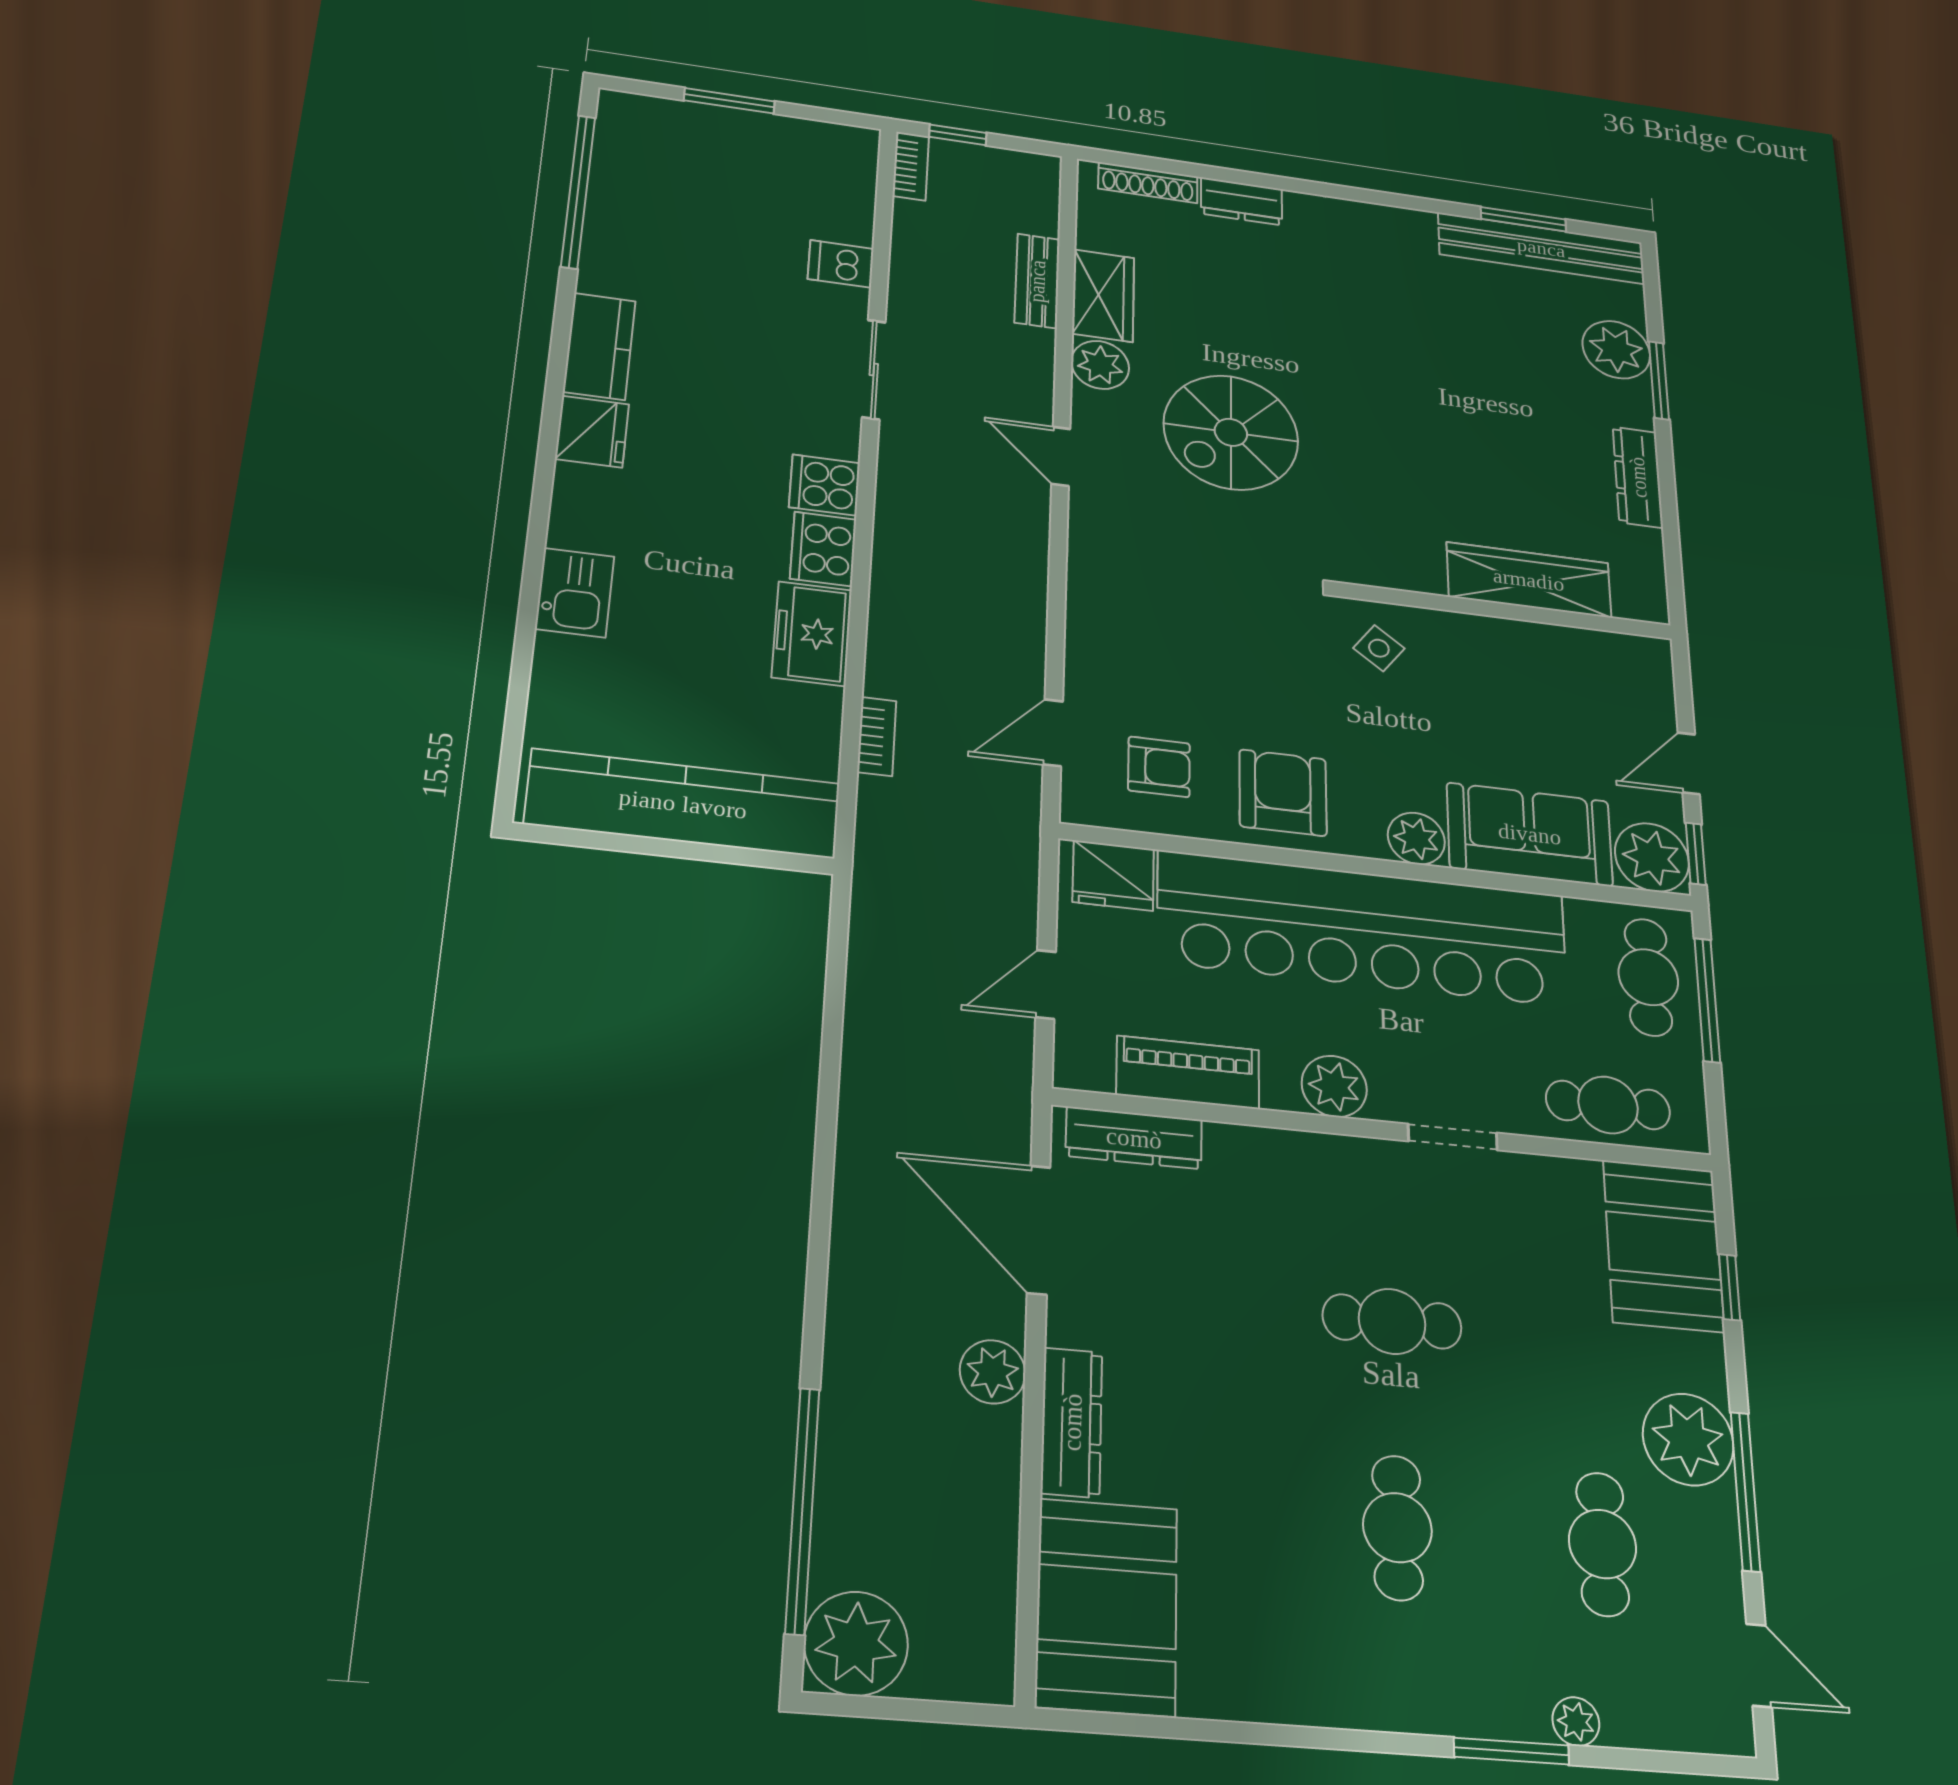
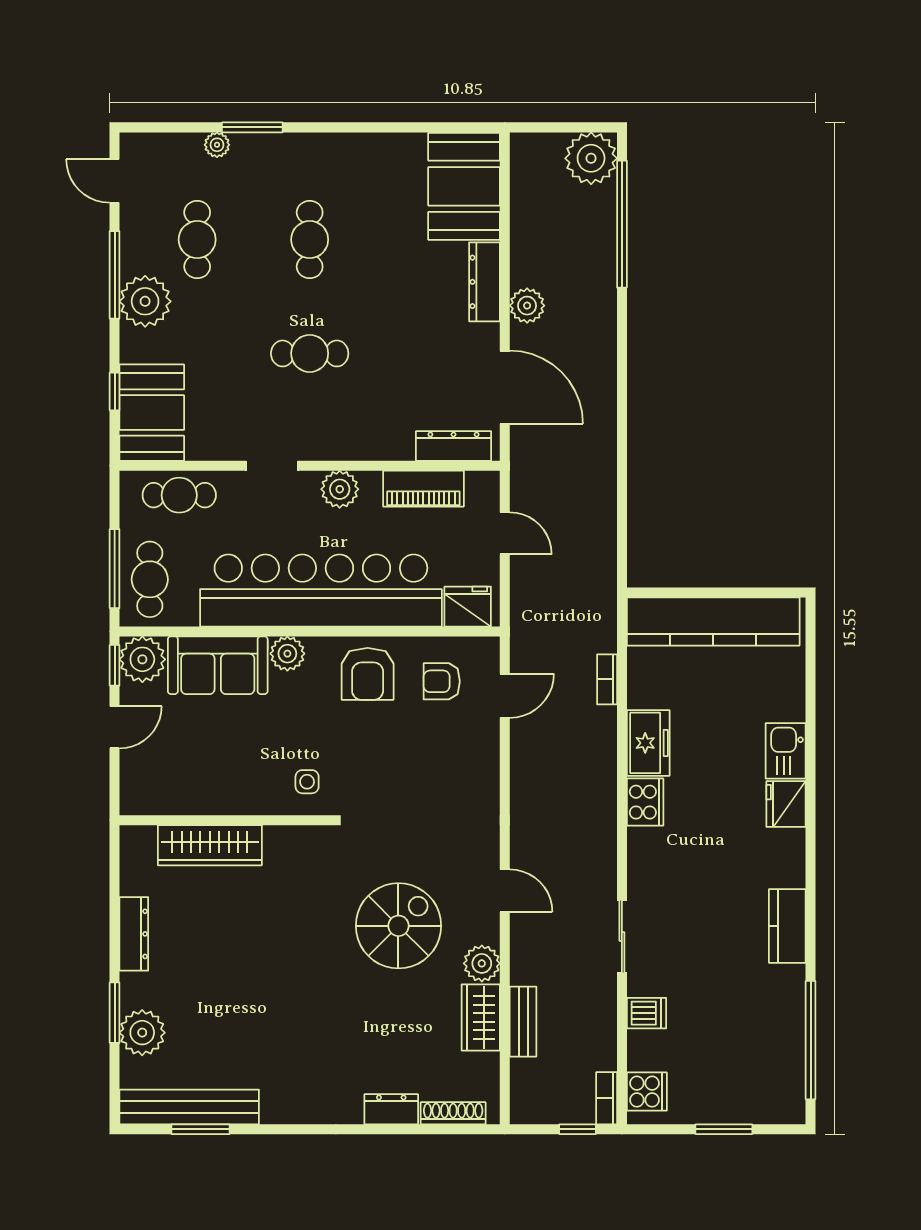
fridge: (592, 432) -> (786, 804), moved
cooker: (825, 485) -> (647, 1092), moved
side table: (1379, 648) -> (307, 782), turned -37
door: (1046, 984) -> (505, 533), hinge flipped

